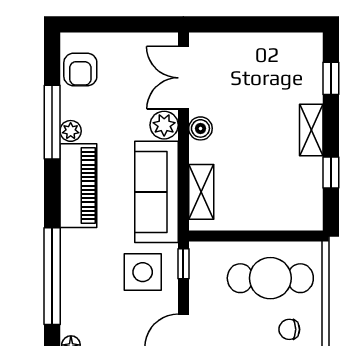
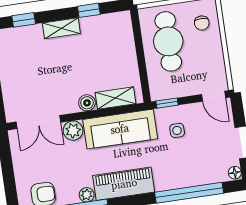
boiler: (200, 128) -> (87, 103), moved
side table: (143, 272) -> (177, 130), width x0.54, depth x0.54

